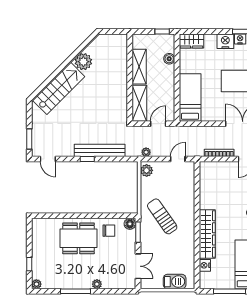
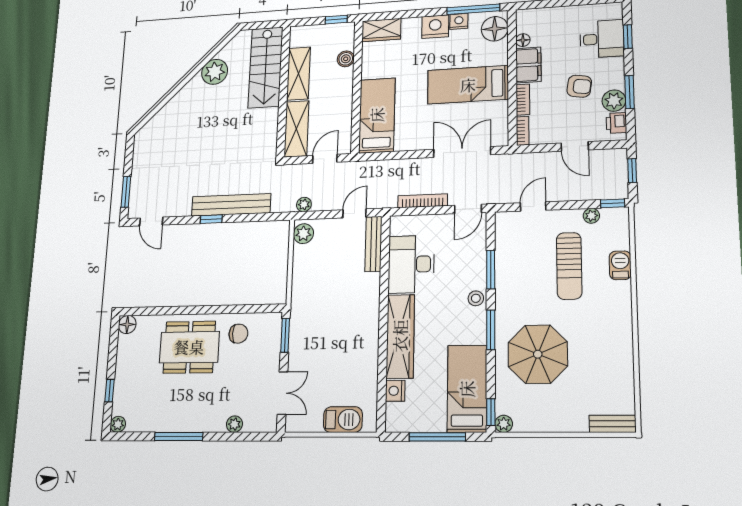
stairs: (59, 88) -> (266, 67), moved, turned 135
bench: (190, 178) -> (373, 244), added
desk: (213, 191) -> (411, 264), added
sun lounger: (162, 216) -> (326, 308), removed
floor lamp: (130, 224) -> (127, 324), moved
plant: (97, 284) -> (234, 424), moved

